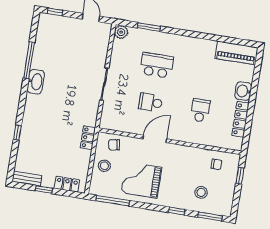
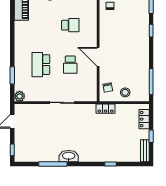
school desk: (200, 110) -> (70, 25), turned 180
grand piano: (141, 180) -> (132, 62), removed
stool: (201, 192) -> (134, 14), removed

